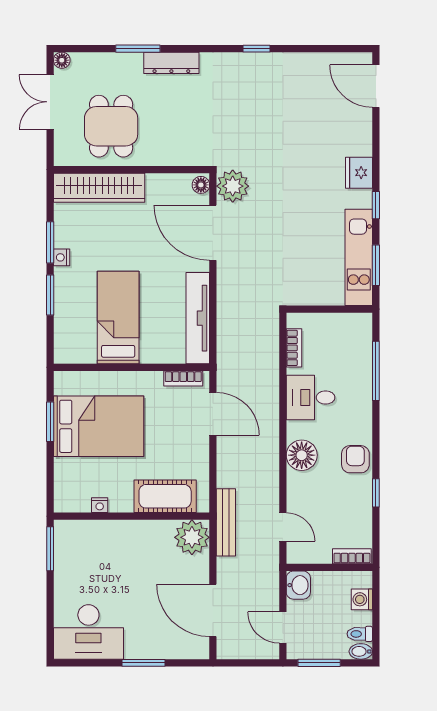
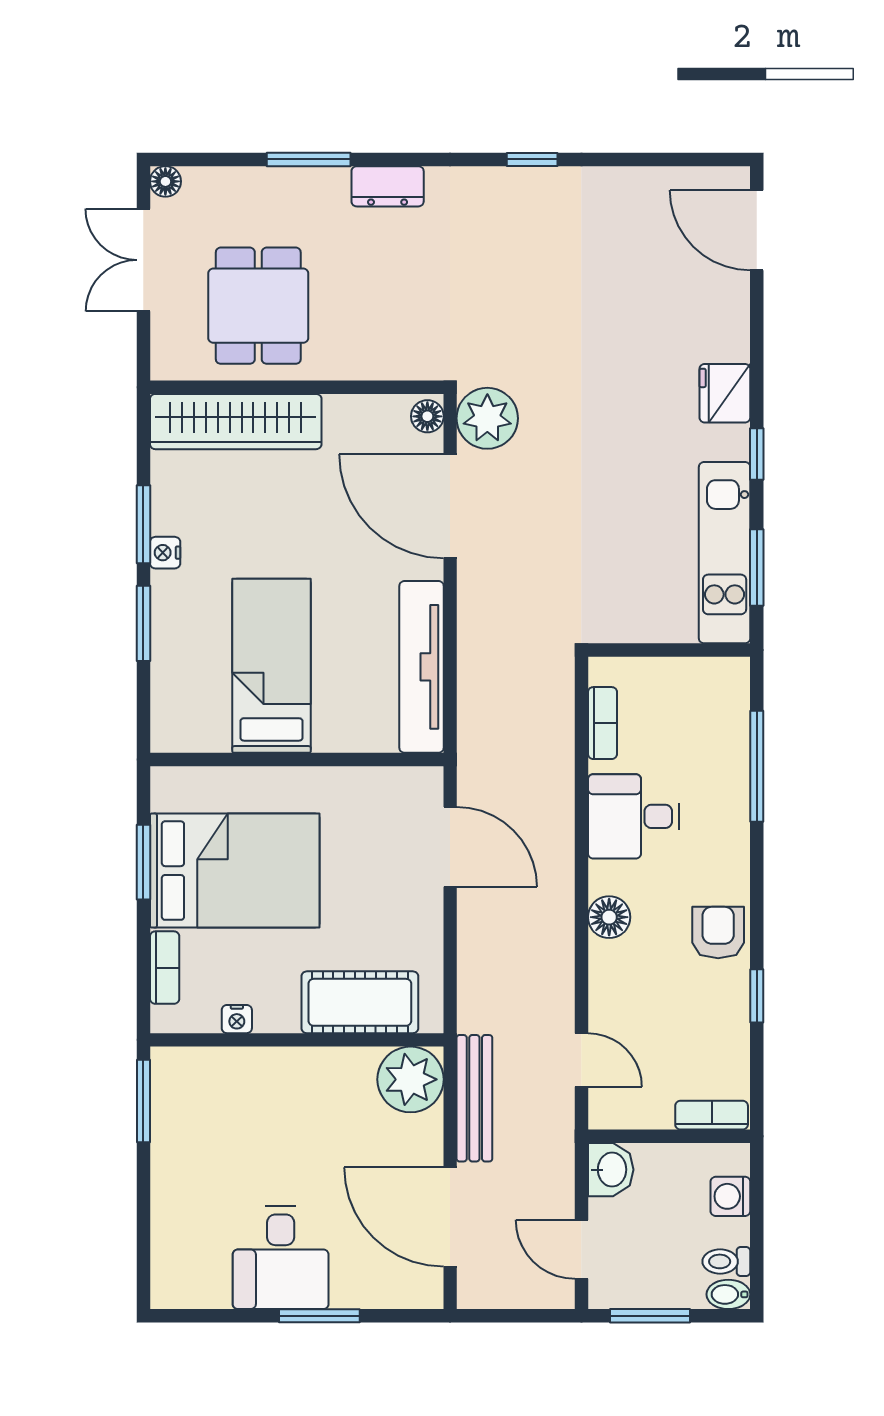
dresser: (171, 63) -> (388, 186), width x0.70
bookcase: (183, 379) -> (165, 968), moved, turned -90
floor lamp: (302, 455) -> (609, 917), width x0.73, depth x0.73
bench: (226, 522) -> (474, 1098), moved
desk: (88, 632) -> (281, 1258), moved, width x0.73

